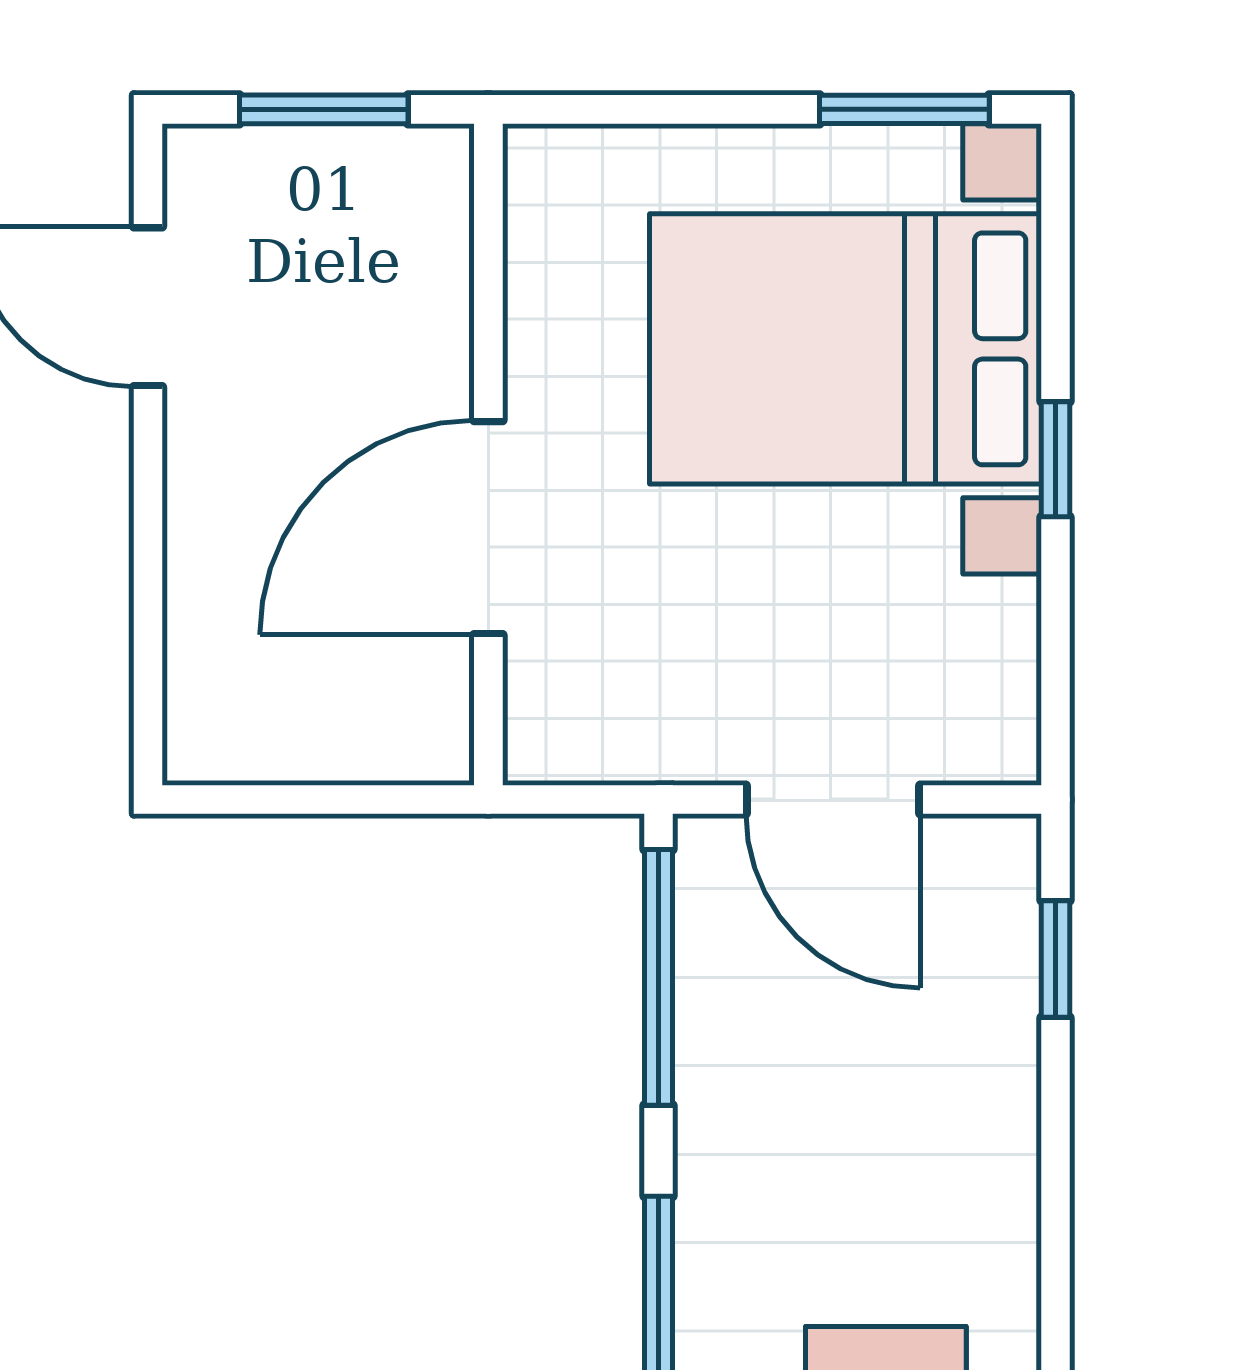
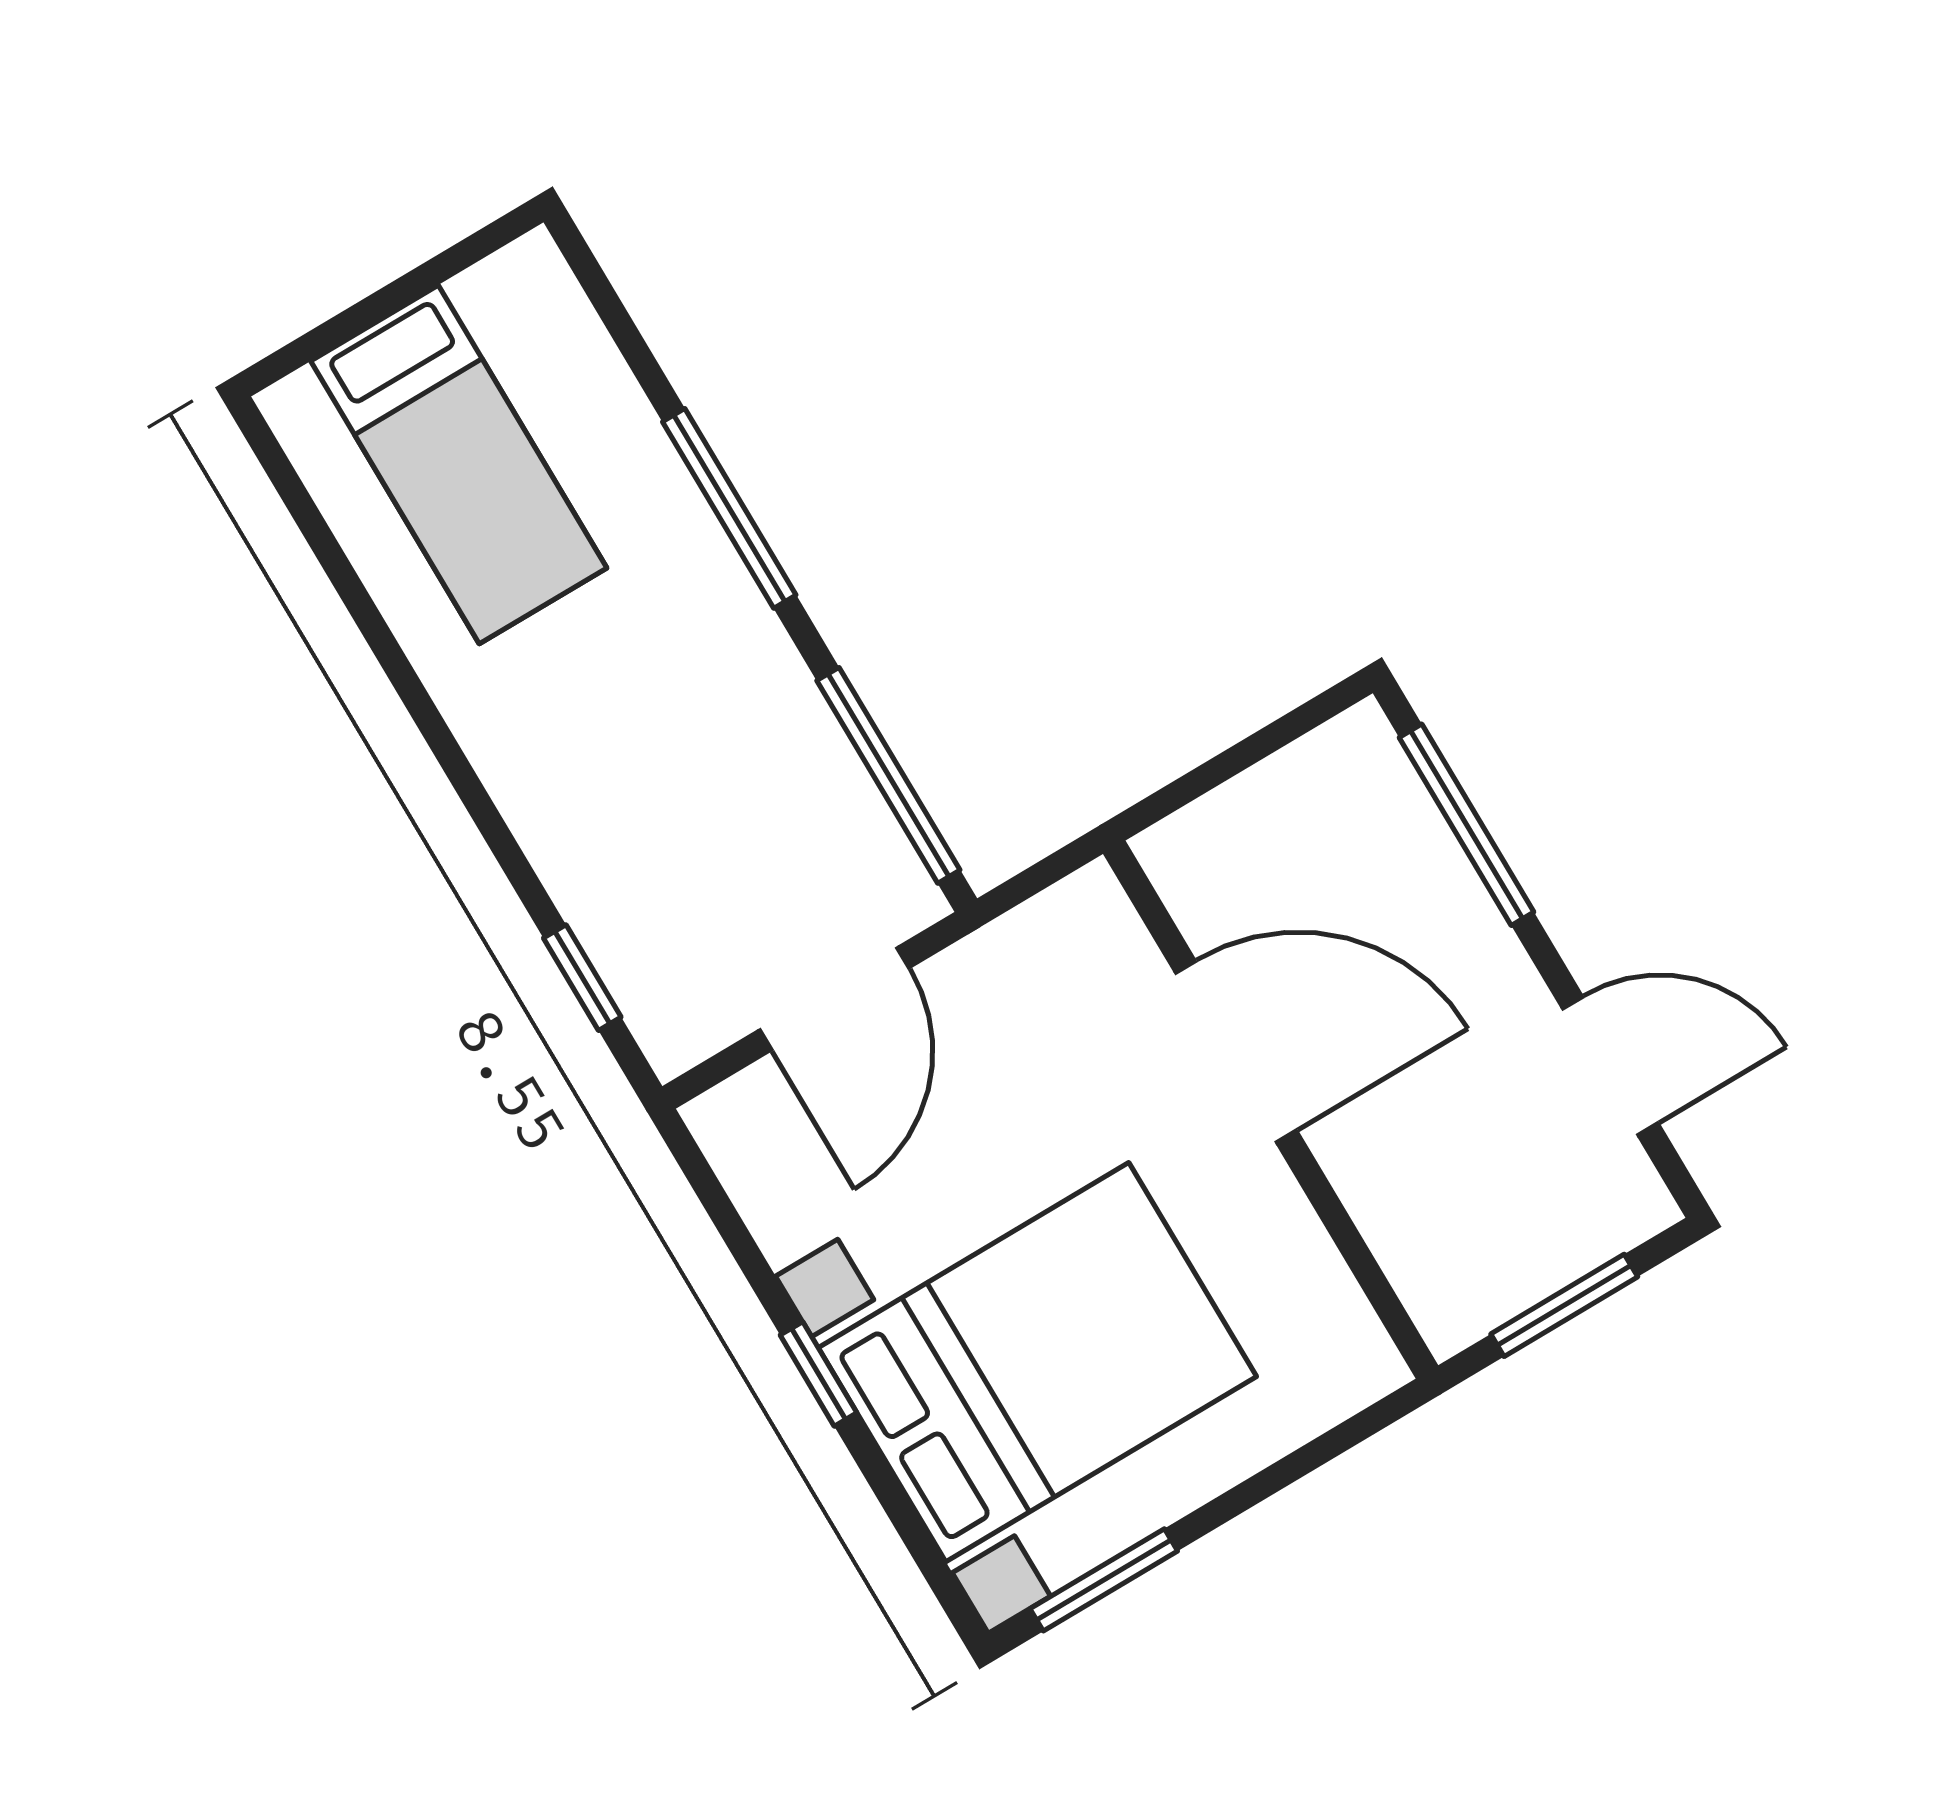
door: (488, 528) -> (1236, 1052), hinge flipped
window: (148, 611) -> (1466, 825), added
door: (833, 799) -> (834, 999), swing flipped

